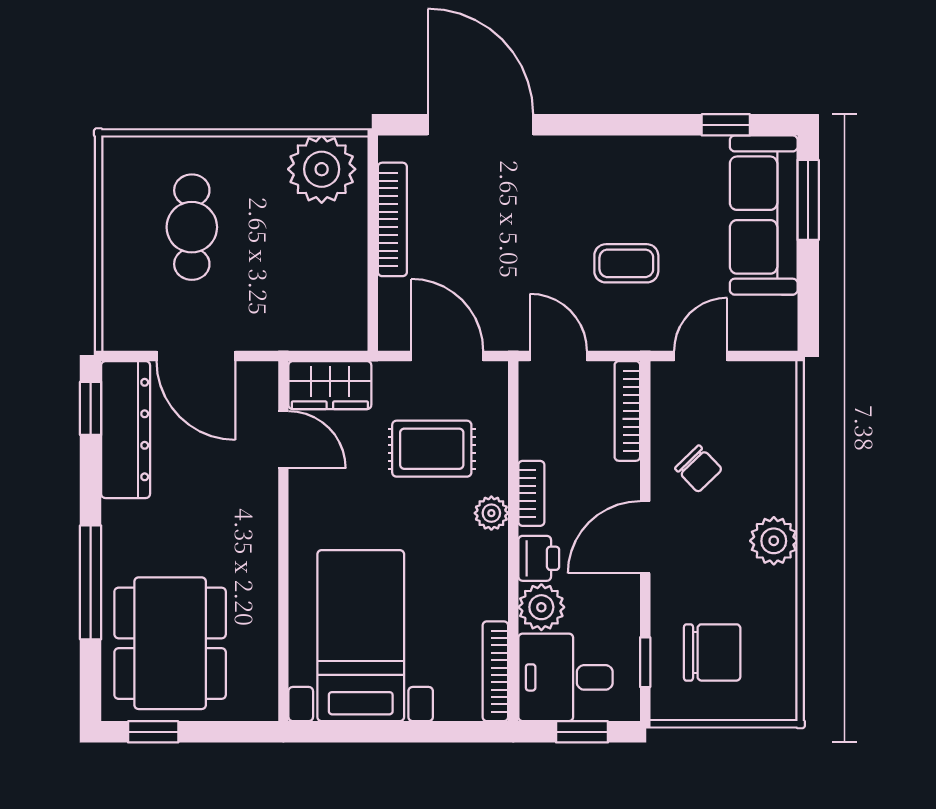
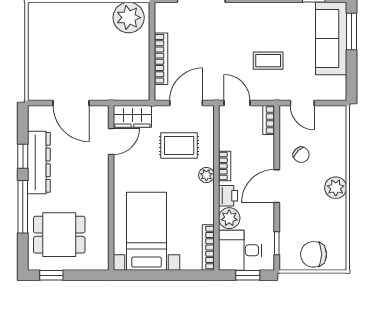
bookcase: (392, 219) -> (161, 59), moved
cafe table: (192, 227) -> (69, 44), removed
door: (447, 356) -> (186, 103), hinge flipped
door: (701, 356) -> (302, 103), swing flipped
window: (91, 408) -> (23, 156), moved
bookcase: (627, 411) -> (269, 120), width x0.64
dresser: (126, 430) -> (39, 162), moved
door: (283, 440) -> (111, 141), hinge flipped
dining table: (170, 643) -> (59, 235), width x0.73
chair: (712, 652) -> (314, 254), moved, turned 180

